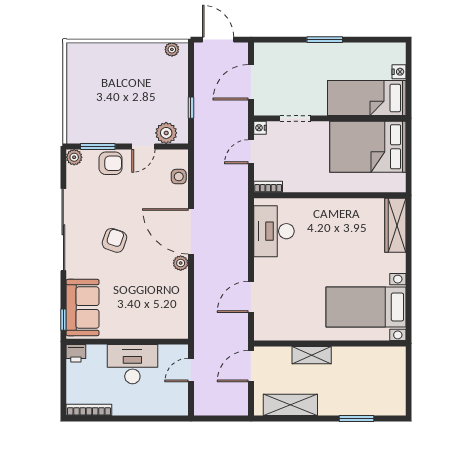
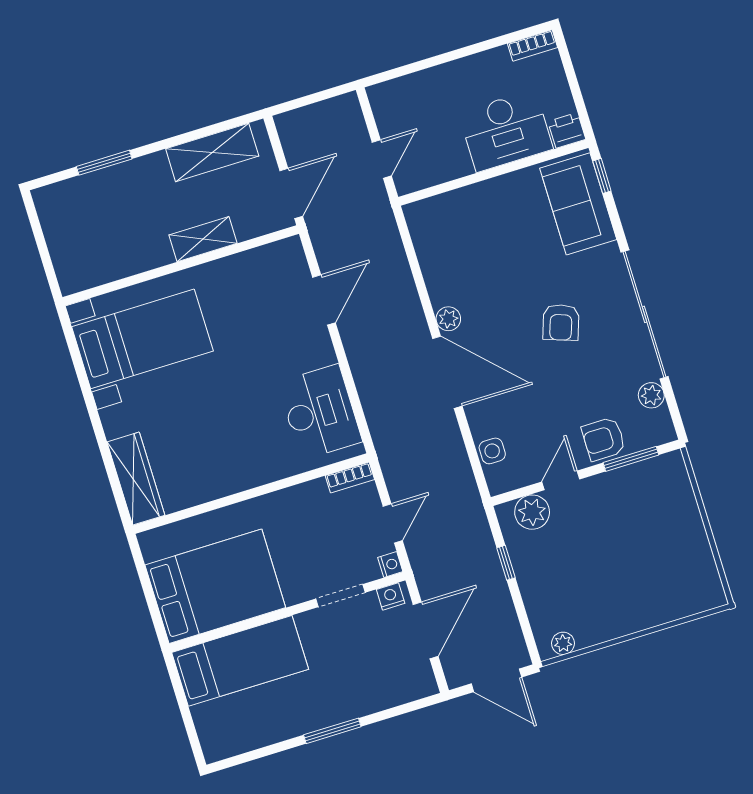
nightstand: (399, 72) -> (391, 596), moved, turned 90
plant: (74, 157) -> (651, 395), moved
desk: (132, 364) -> (506, 131), moved
bookcase: (89, 410) -> (532, 45), width x0.64

